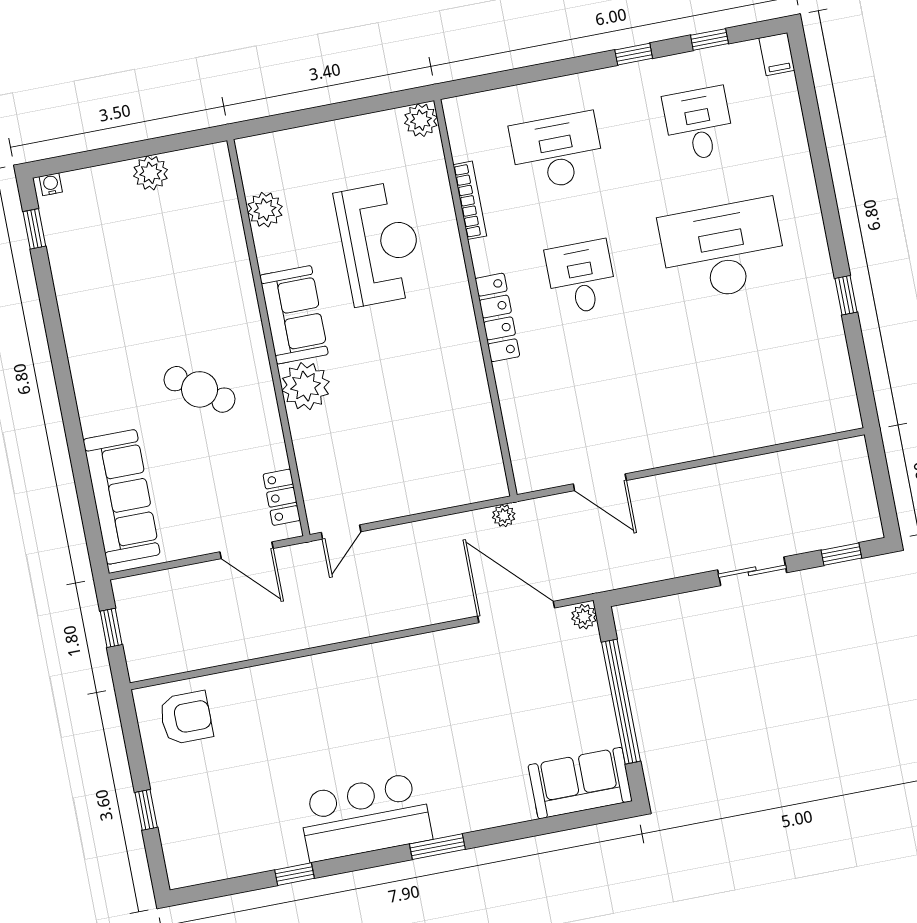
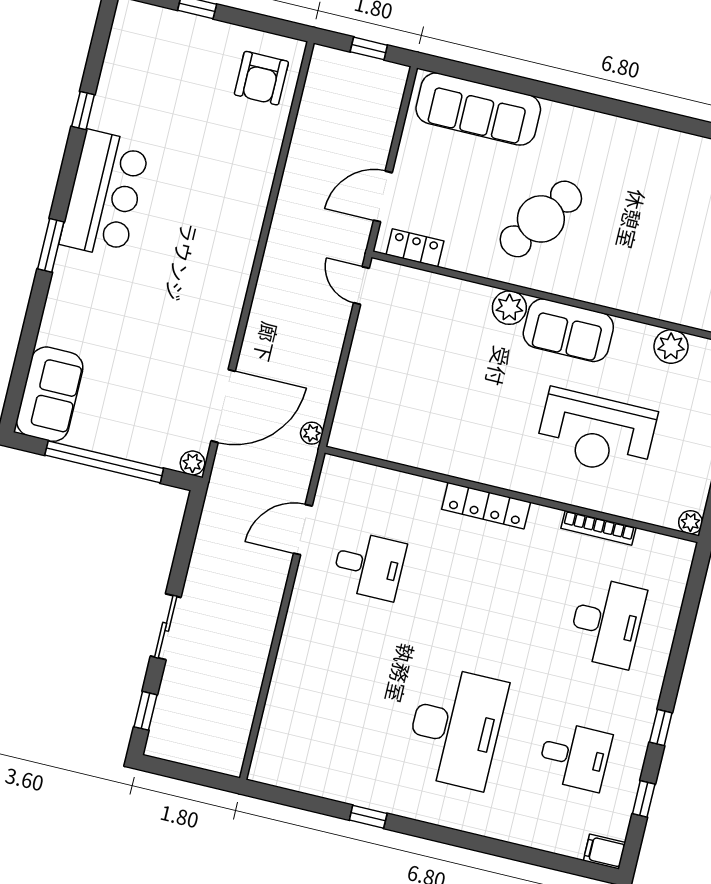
plant: (421, 120) -> (691, 522), width x0.73, depth x0.73
desk: (581, 277) -> (369, 566), moved
plant: (306, 386) -> (509, 308), width x0.73, depth x0.73
cafe table: (200, 389) -> (541, 219), width x1.37, depth x1.35

